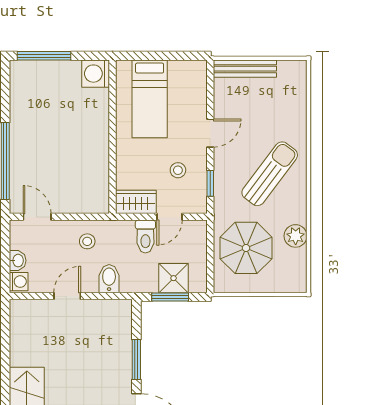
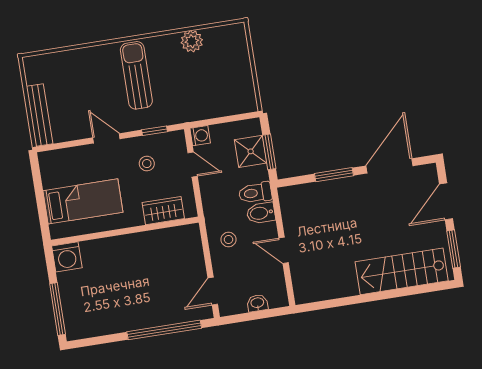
sun lounger: (270, 174) -> (136, 75), turned 53
wardrobe: (136, 202) -> (163, 211), moved, turned 90
toilet: (145, 237) -> (255, 193), moved, turned 180
parasol: (246, 248) -> (211, 87), removed
washing machine: (19, 282) -> (200, 136), moved, turned 90

